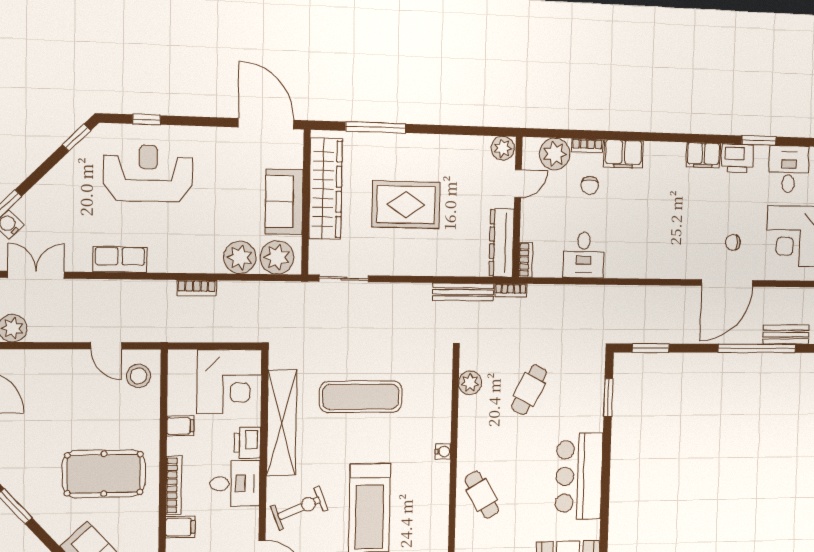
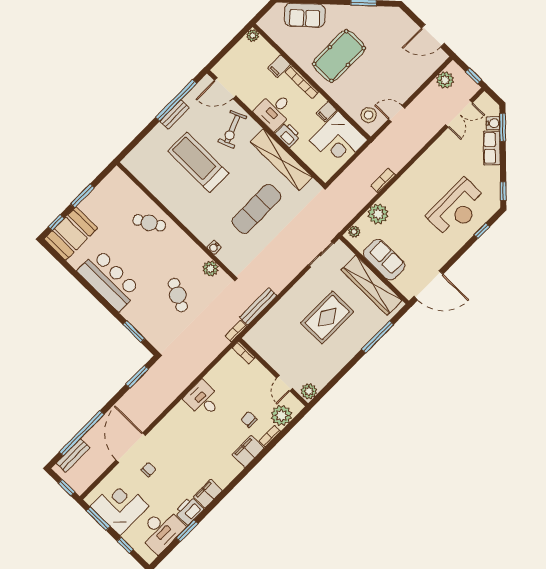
desk: (789, 169) -> (161, 530), width x1.37
dresser: (502, 243) -> (264, 348), removed
desk: (584, 255) -> (203, 399), moved
plant: (277, 257) -> (354, 232), width x0.53, depth x0.53
row of seats: (120, 259) -> (492, 148), moved, turned 135
corner desk: (229, 382) -> (338, 140), moved, turned -90
water cooler: (443, 452) -> (214, 247), moved

